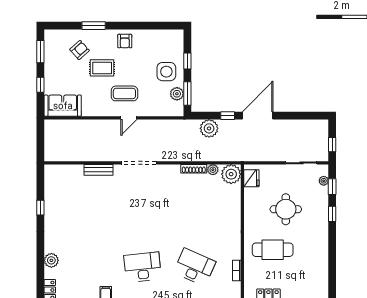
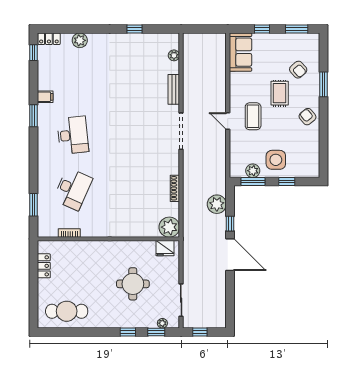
armchair: (125, 41) -> (307, 117), turned 50
plant: (213, 170) -> (174, 55), moved
cafe table: (273, 250) -> (67, 311), moved, turned 90

